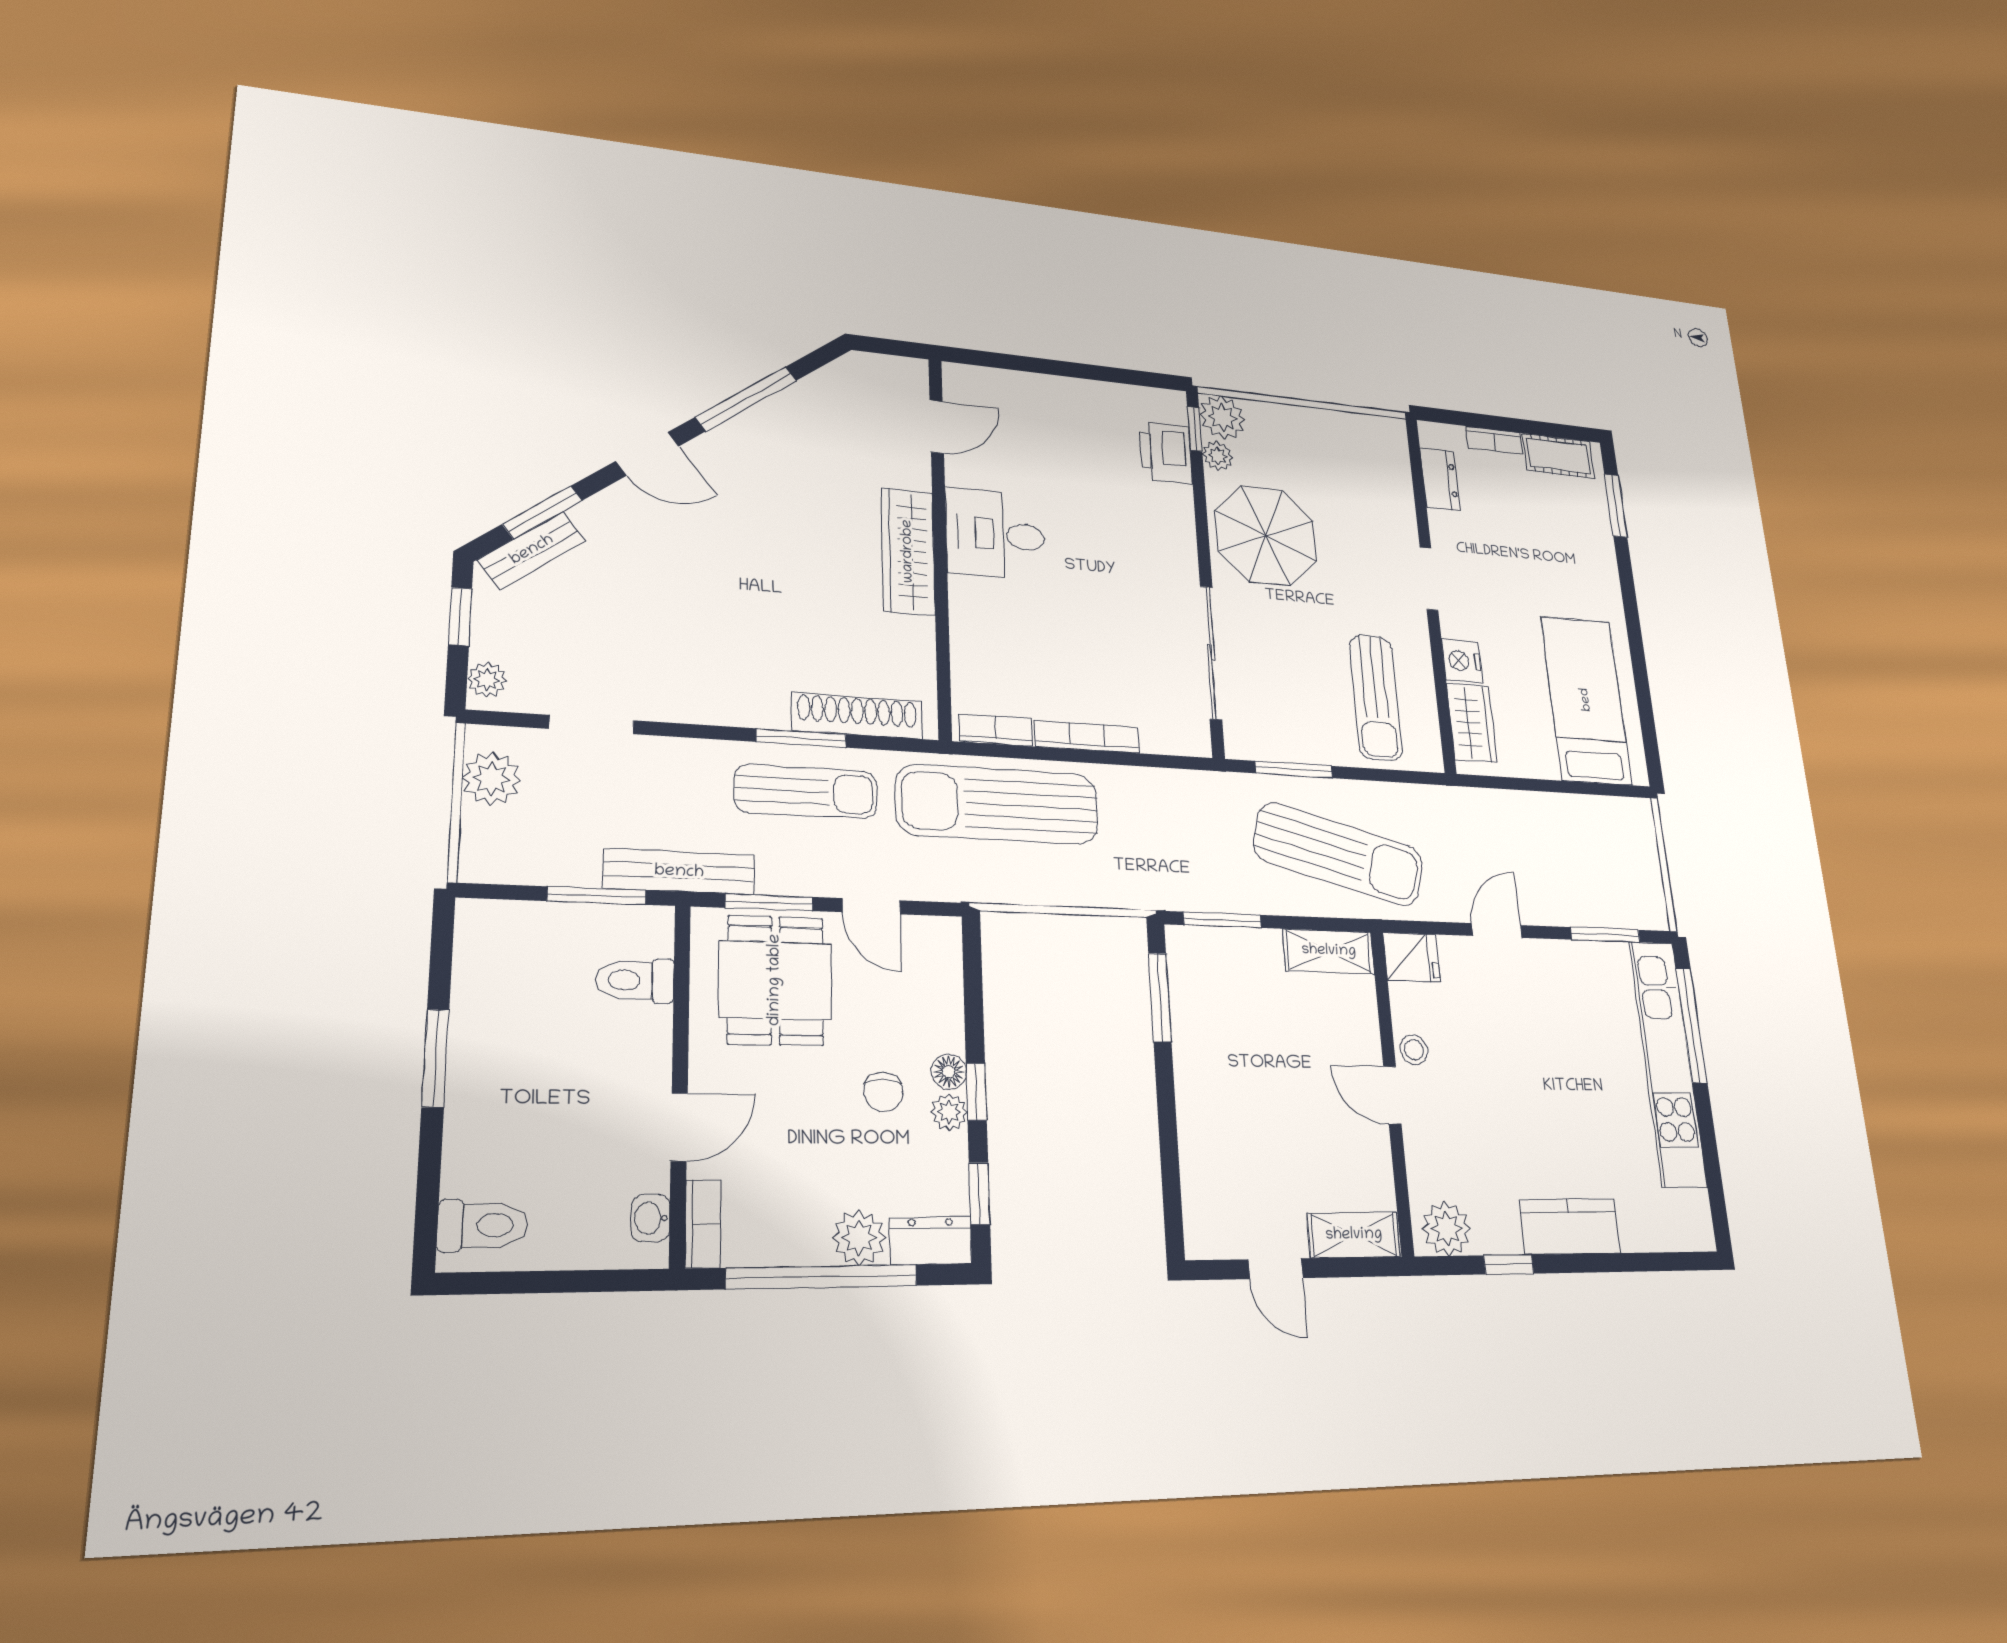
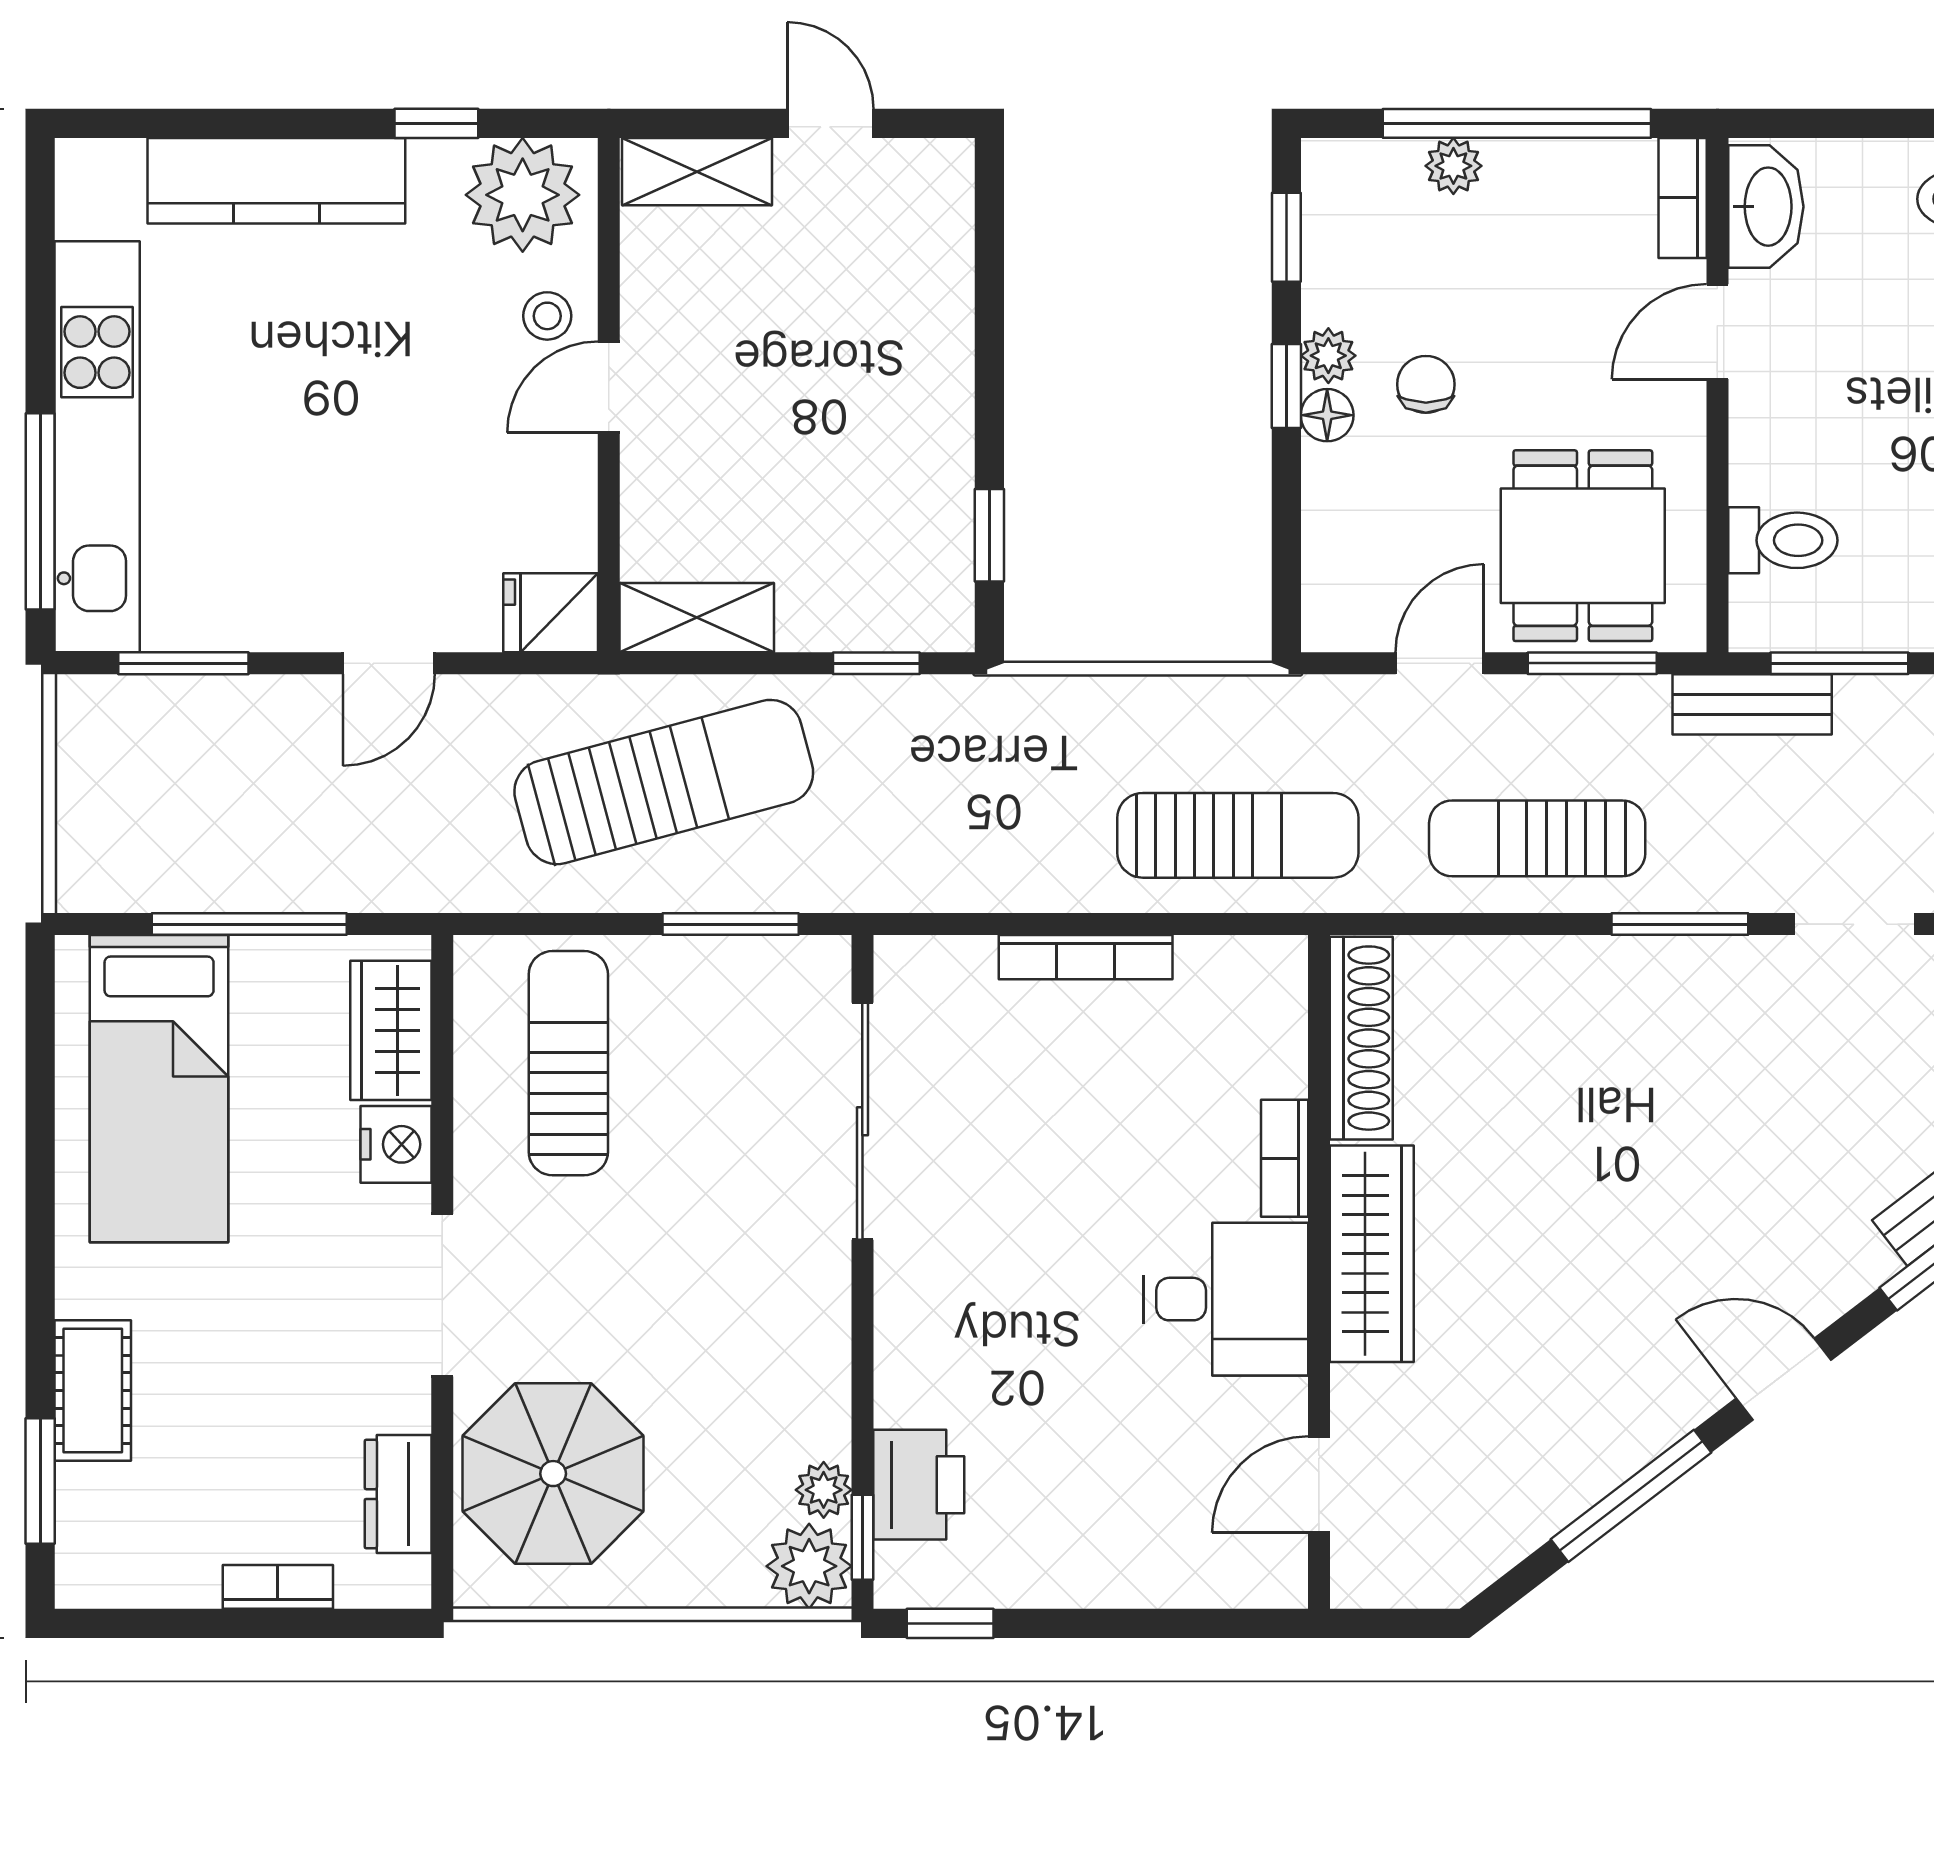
window: (1144, 379) -> (950, 1623), added
cot: (1559, 456) -> (93, 1391), moved, turned 90
parasol: (1266, 536) -> (553, 1474), moved
doorway: (1429, 579) -> (442, 1295), width x1.38
shoe rack: (857, 716) -> (1361, 1038), moved, turned -90
bookcase: (996, 730) -> (1285, 1158), moved, turned 90
window: (801, 738) -> (1680, 924), moved
window: (1552, 786) -> (249, 924), added
sun lounger: (998, 804) -> (1238, 835), width x0.73, depth x0.75
sun lounger: (1339, 854) -> (664, 782), turned 150
bench: (679, 872) -> (1752, 704), width x0.73
door: (871, 906) -> (1440, 663), hinge flipped
window: (1222, 920) -> (876, 663), width x0.67
window: (1160, 997) -> (989, 535), width x0.67
stool: (1414, 1050) -> (547, 316), moved
door: (1392, 1095) -> (609, 387), swing flipped
washbasin: (650, 1218) -> (1766, 207), width x1.91, depth x1.45
kitchen counter: (1570, 1226) -> (276, 181), width x1.50
plant: (1447, 1229) -> (523, 195), width x1.36, depth x1.36
plant: (859, 1238) -> (1453, 166), width x0.73, depth x0.73
dresser: (931, 1241) -> (1360, 171), removed

